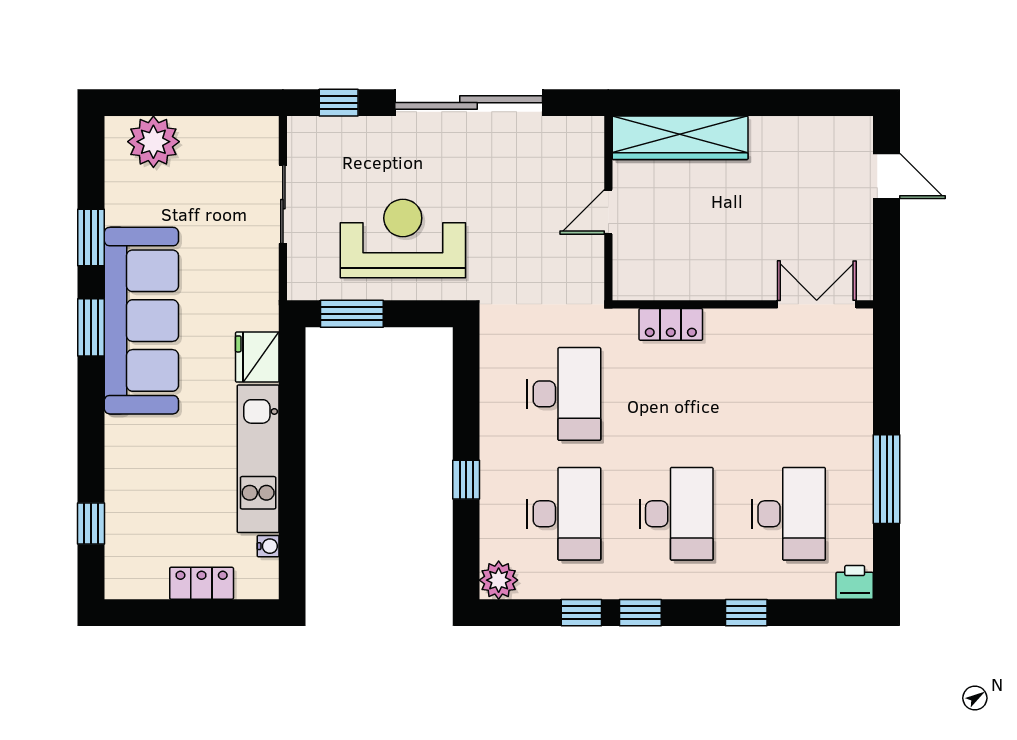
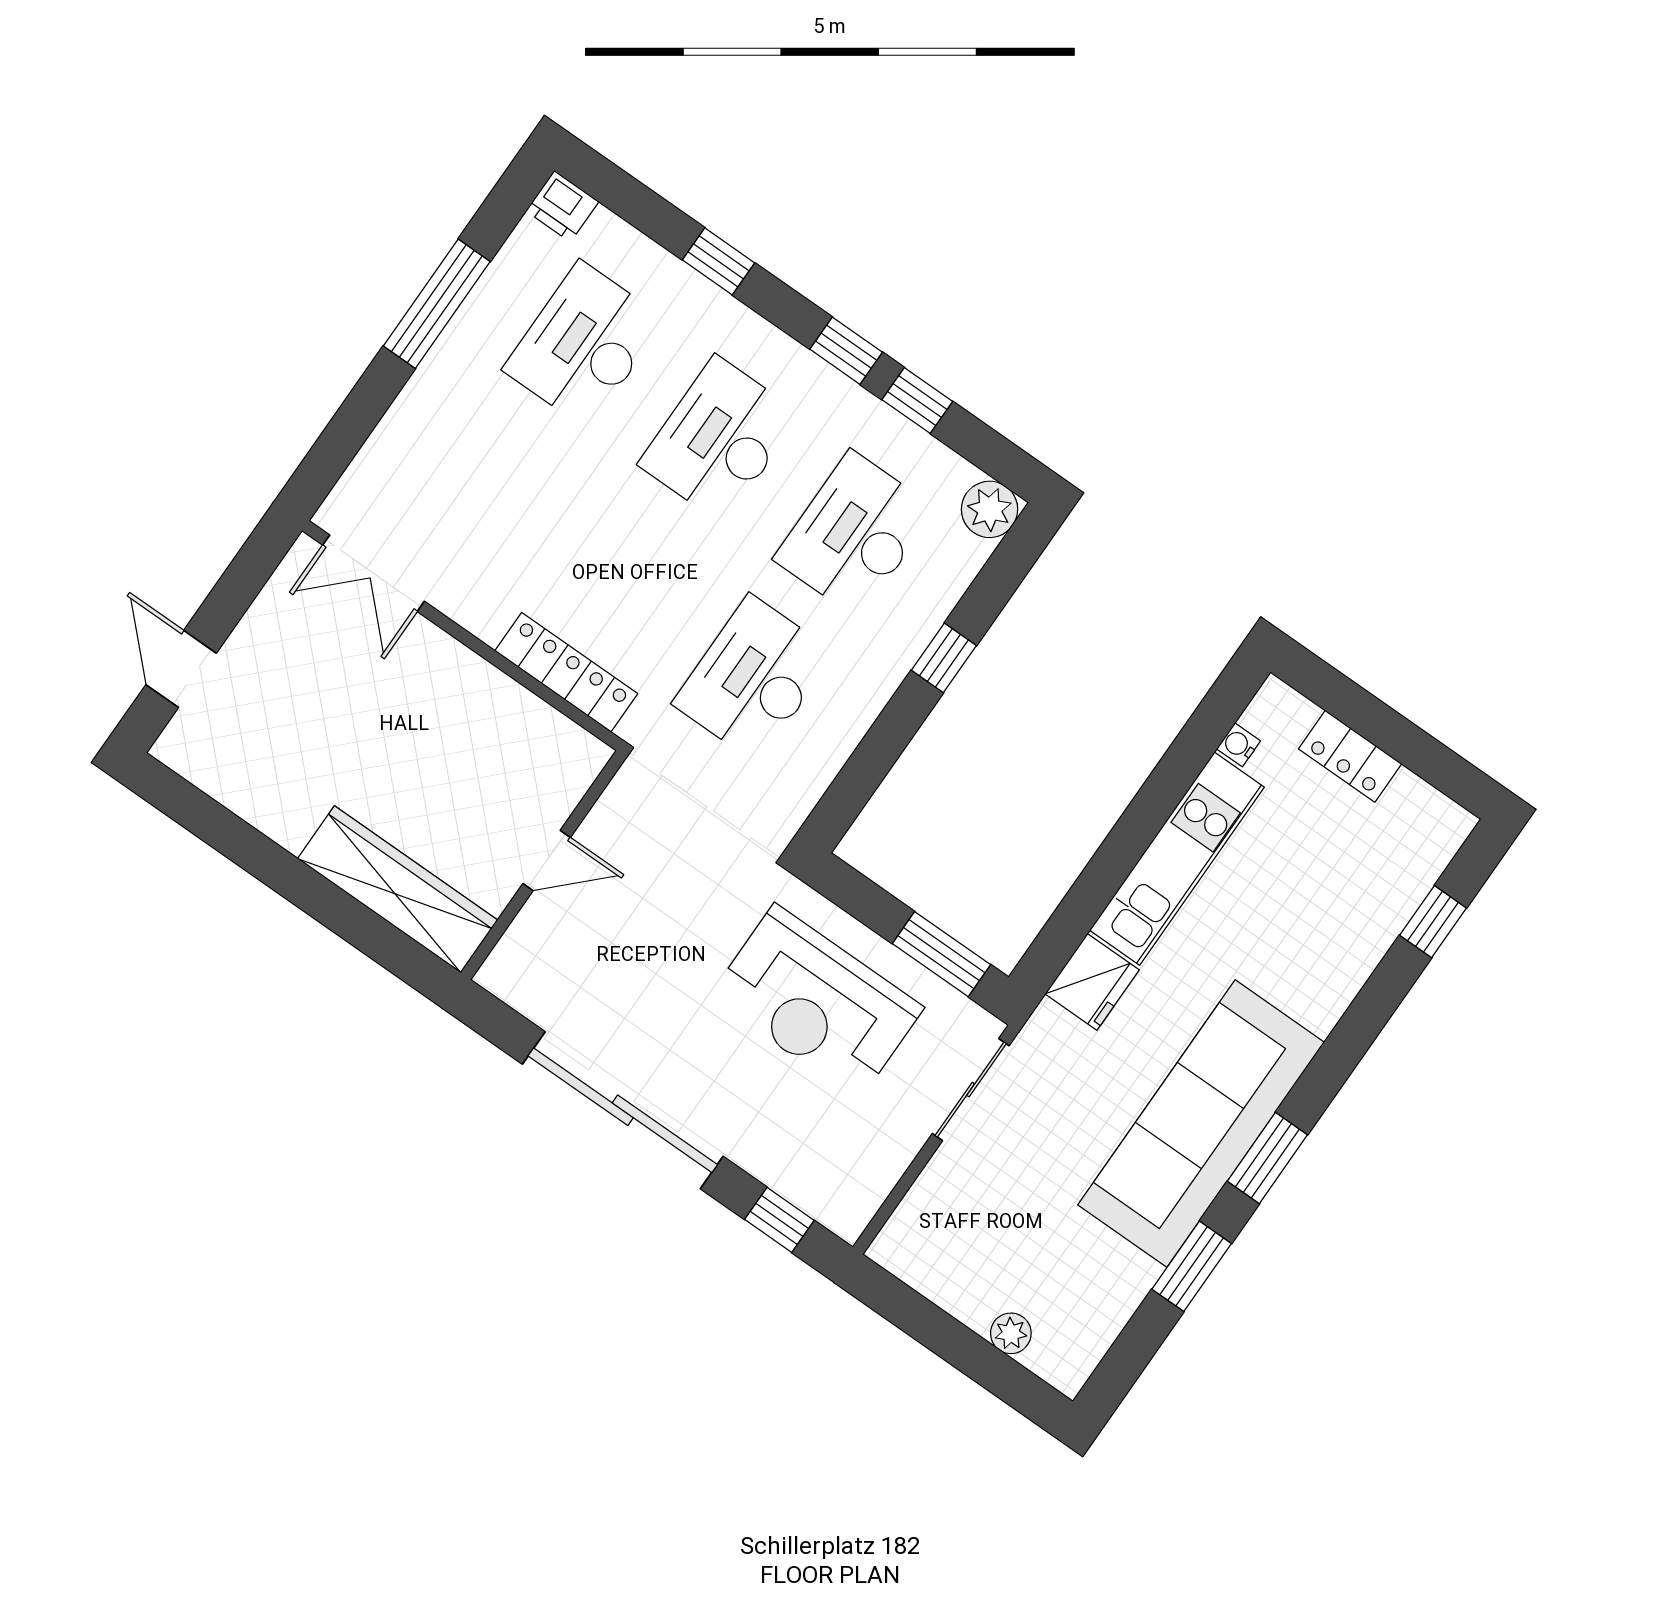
plant: (153, 142) -> (1011, 1333), width x0.53, depth x0.53
sliding door: (283, 204) -> (971, 1090), moved
locker: (671, 324) -> (566, 672), width x1.53

